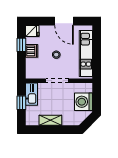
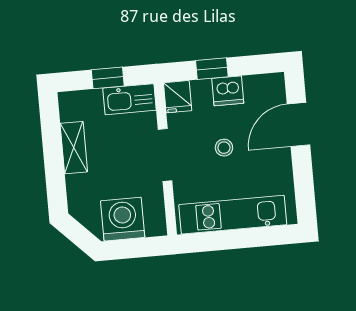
door: (64, 21) -> (298, 124), moved
fridge: (32, 31) -> (178, 97), moved
window: (21, 45) -> (212, 69), moved

